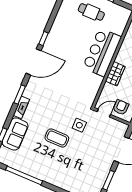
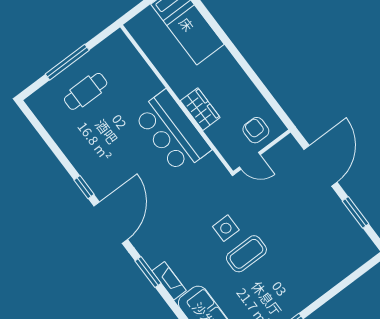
bar counter: (102, 52) -> (172, 132), moved
door: (104, 113) -> (250, 161), swing flipped
side table: (79, 125) -> (226, 228), moved

